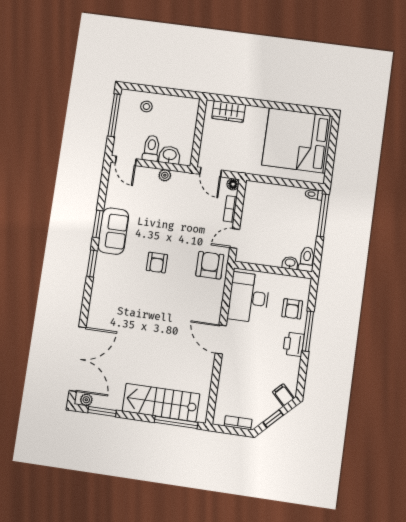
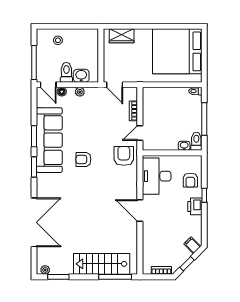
window: (114, 115) -> (34, 62), moved
floor lamp: (233, 184) -> (62, 92), moved
window: (323, 215) -> (204, 119), moved
sofa: (113, 231) -> (49, 140), width x1.85, depth x1.27
armchair: (157, 263) -> (83, 159), turned 90
window: (308, 331) -> (204, 195), width x0.46
double door: (78, 359) -> (34, 222), moved

